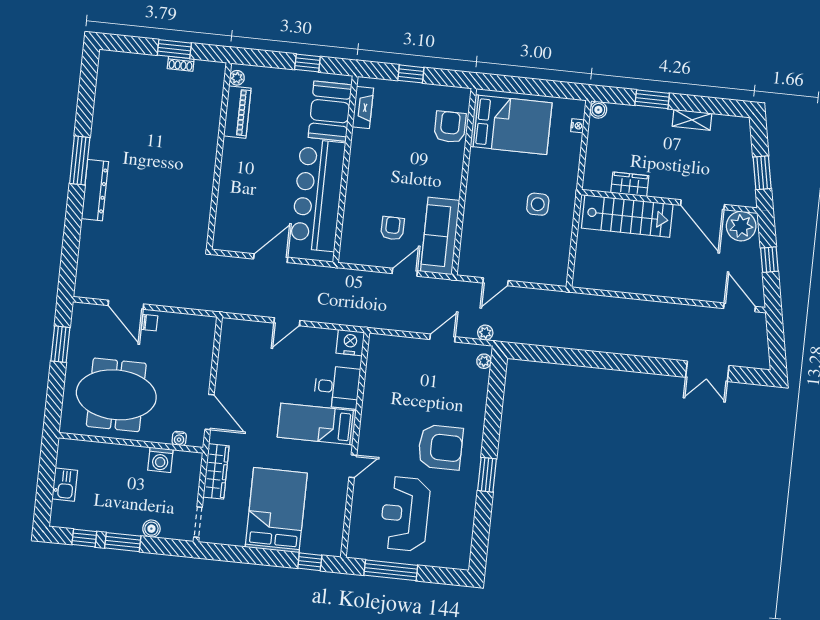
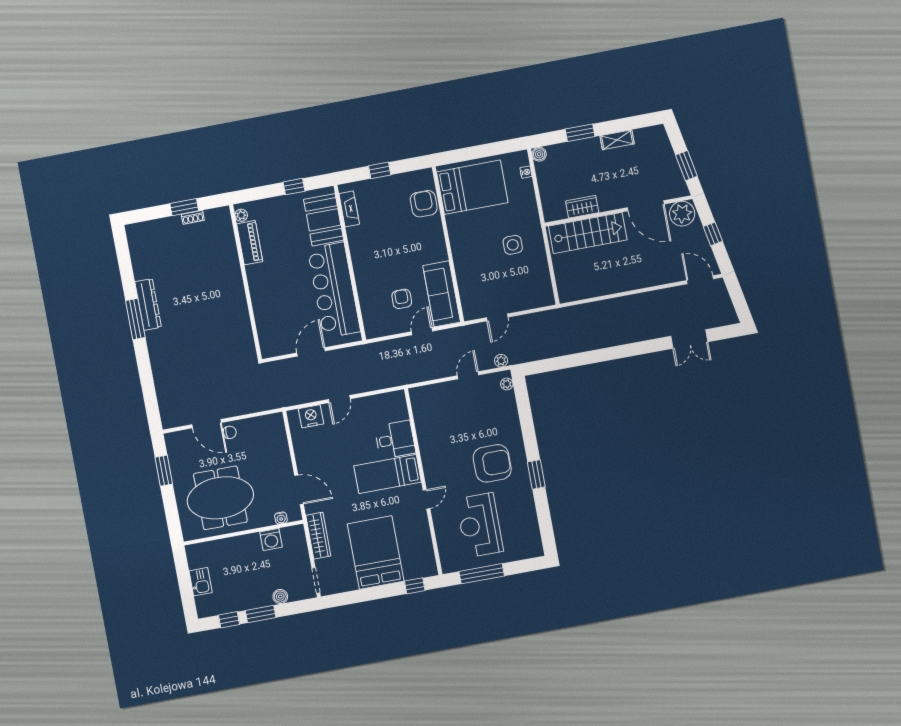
dresser: (95, 190) -> (148, 304), moved
nightstand: (350, 343) -> (311, 416), moved

